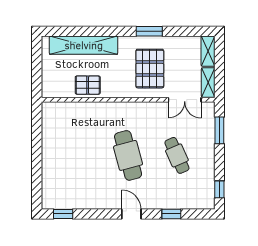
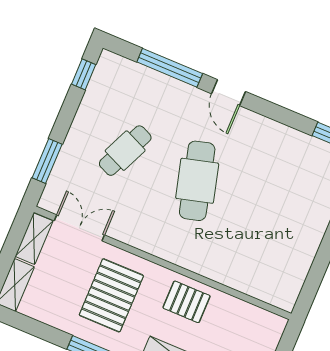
pallet: (88, 85) -> (187, 302), moved
cafe table: (177, 155) -> (125, 151), turned 48
window: (171, 214) -> (170, 68), width x2.17

